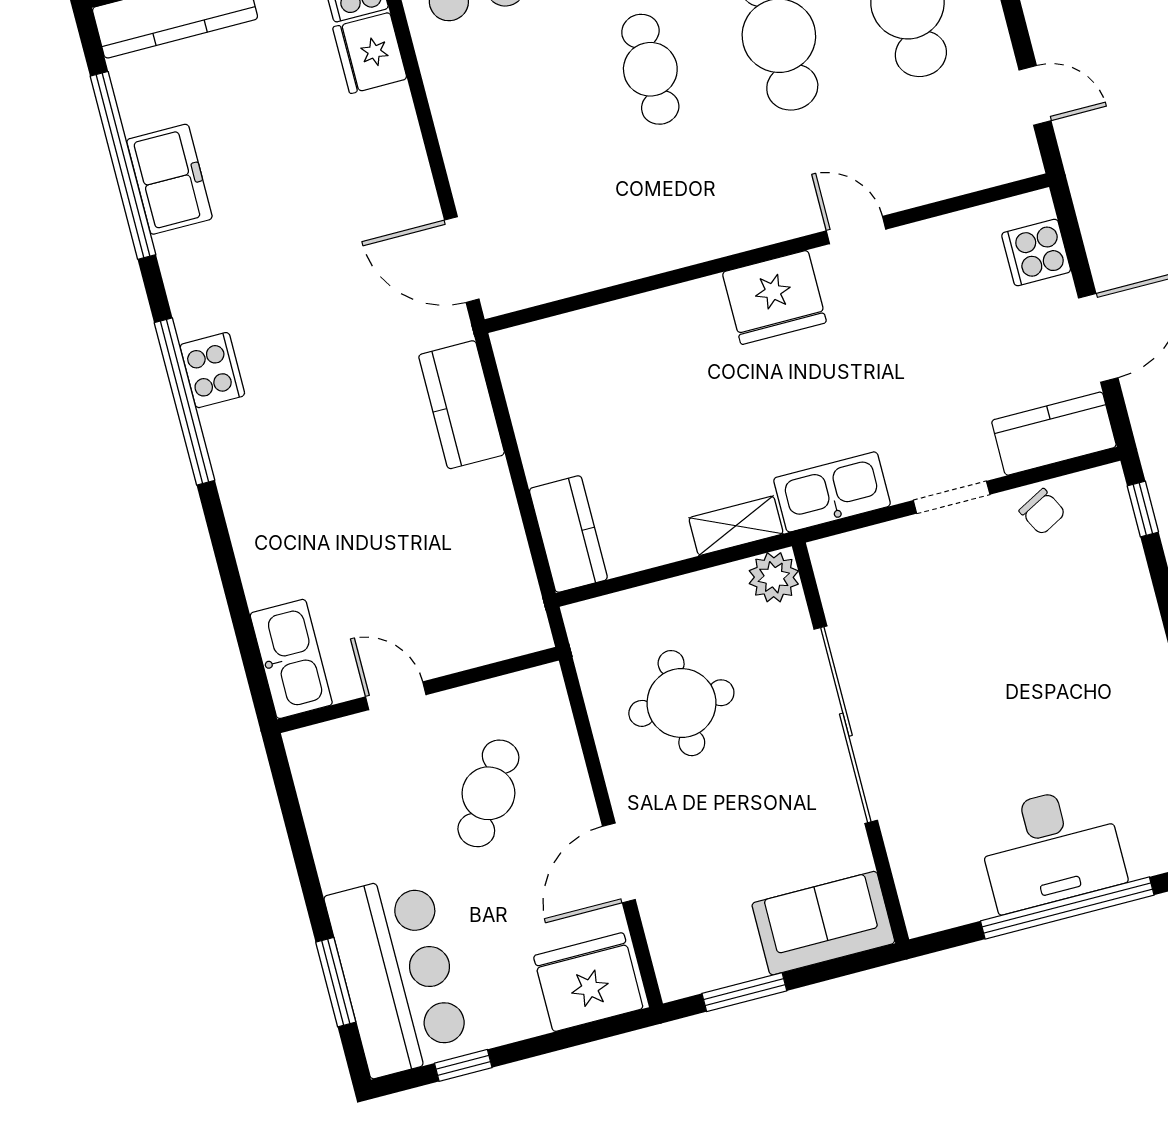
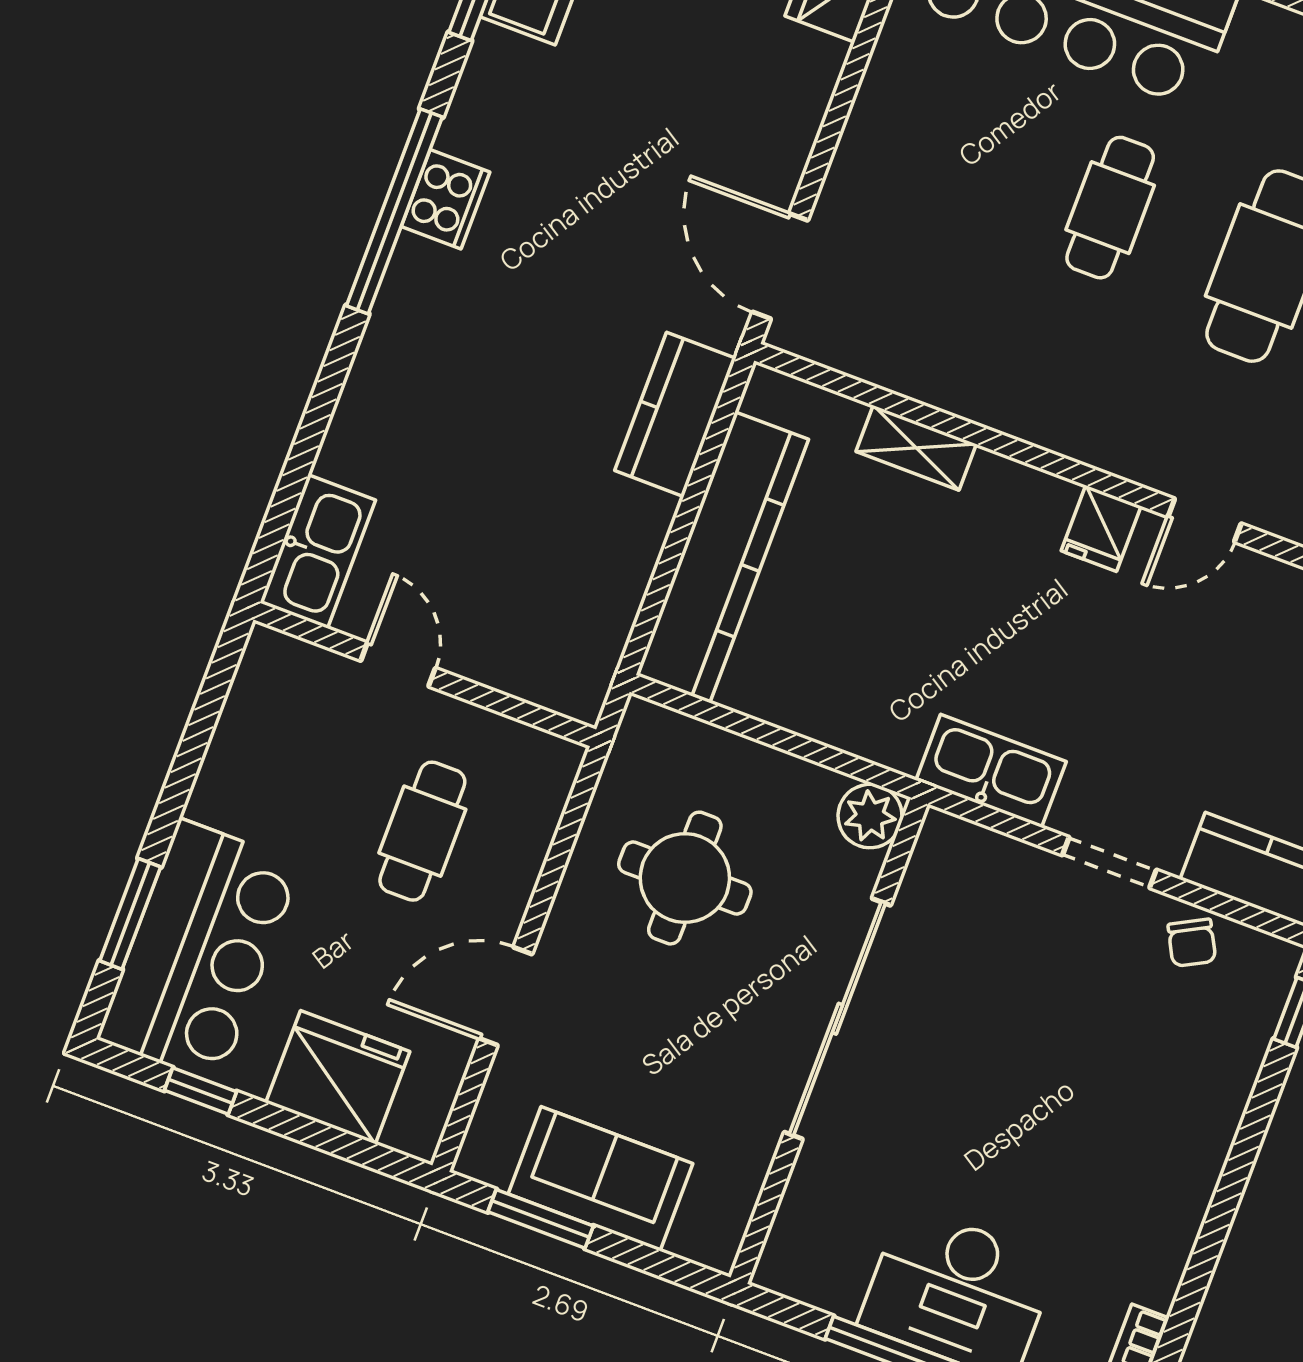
door: (856, 230) -> (1204, 520), swing flipped
fridge: (774, 297) -> (1101, 528), width x0.53, depth x0.75
shelving: (736, 526) -> (916, 448), moved
kitchen counter: (568, 534) -> (722, 557), width x2.08, depth x1.17
cafe table: (488, 793) -> (422, 831), turned -33
sofa: (823, 923) -> (601, 1179), moved
fridge: (588, 982) -> (338, 1077), moved

